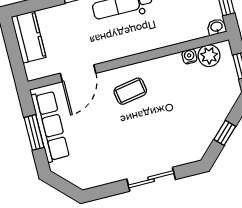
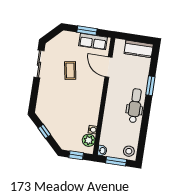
coffee table: (130, 91) -> (70, 70), moved
row of seats: (50, 126) -> (93, 41), width x0.68
sliding door: (151, 179) -> (39, 64), moved

